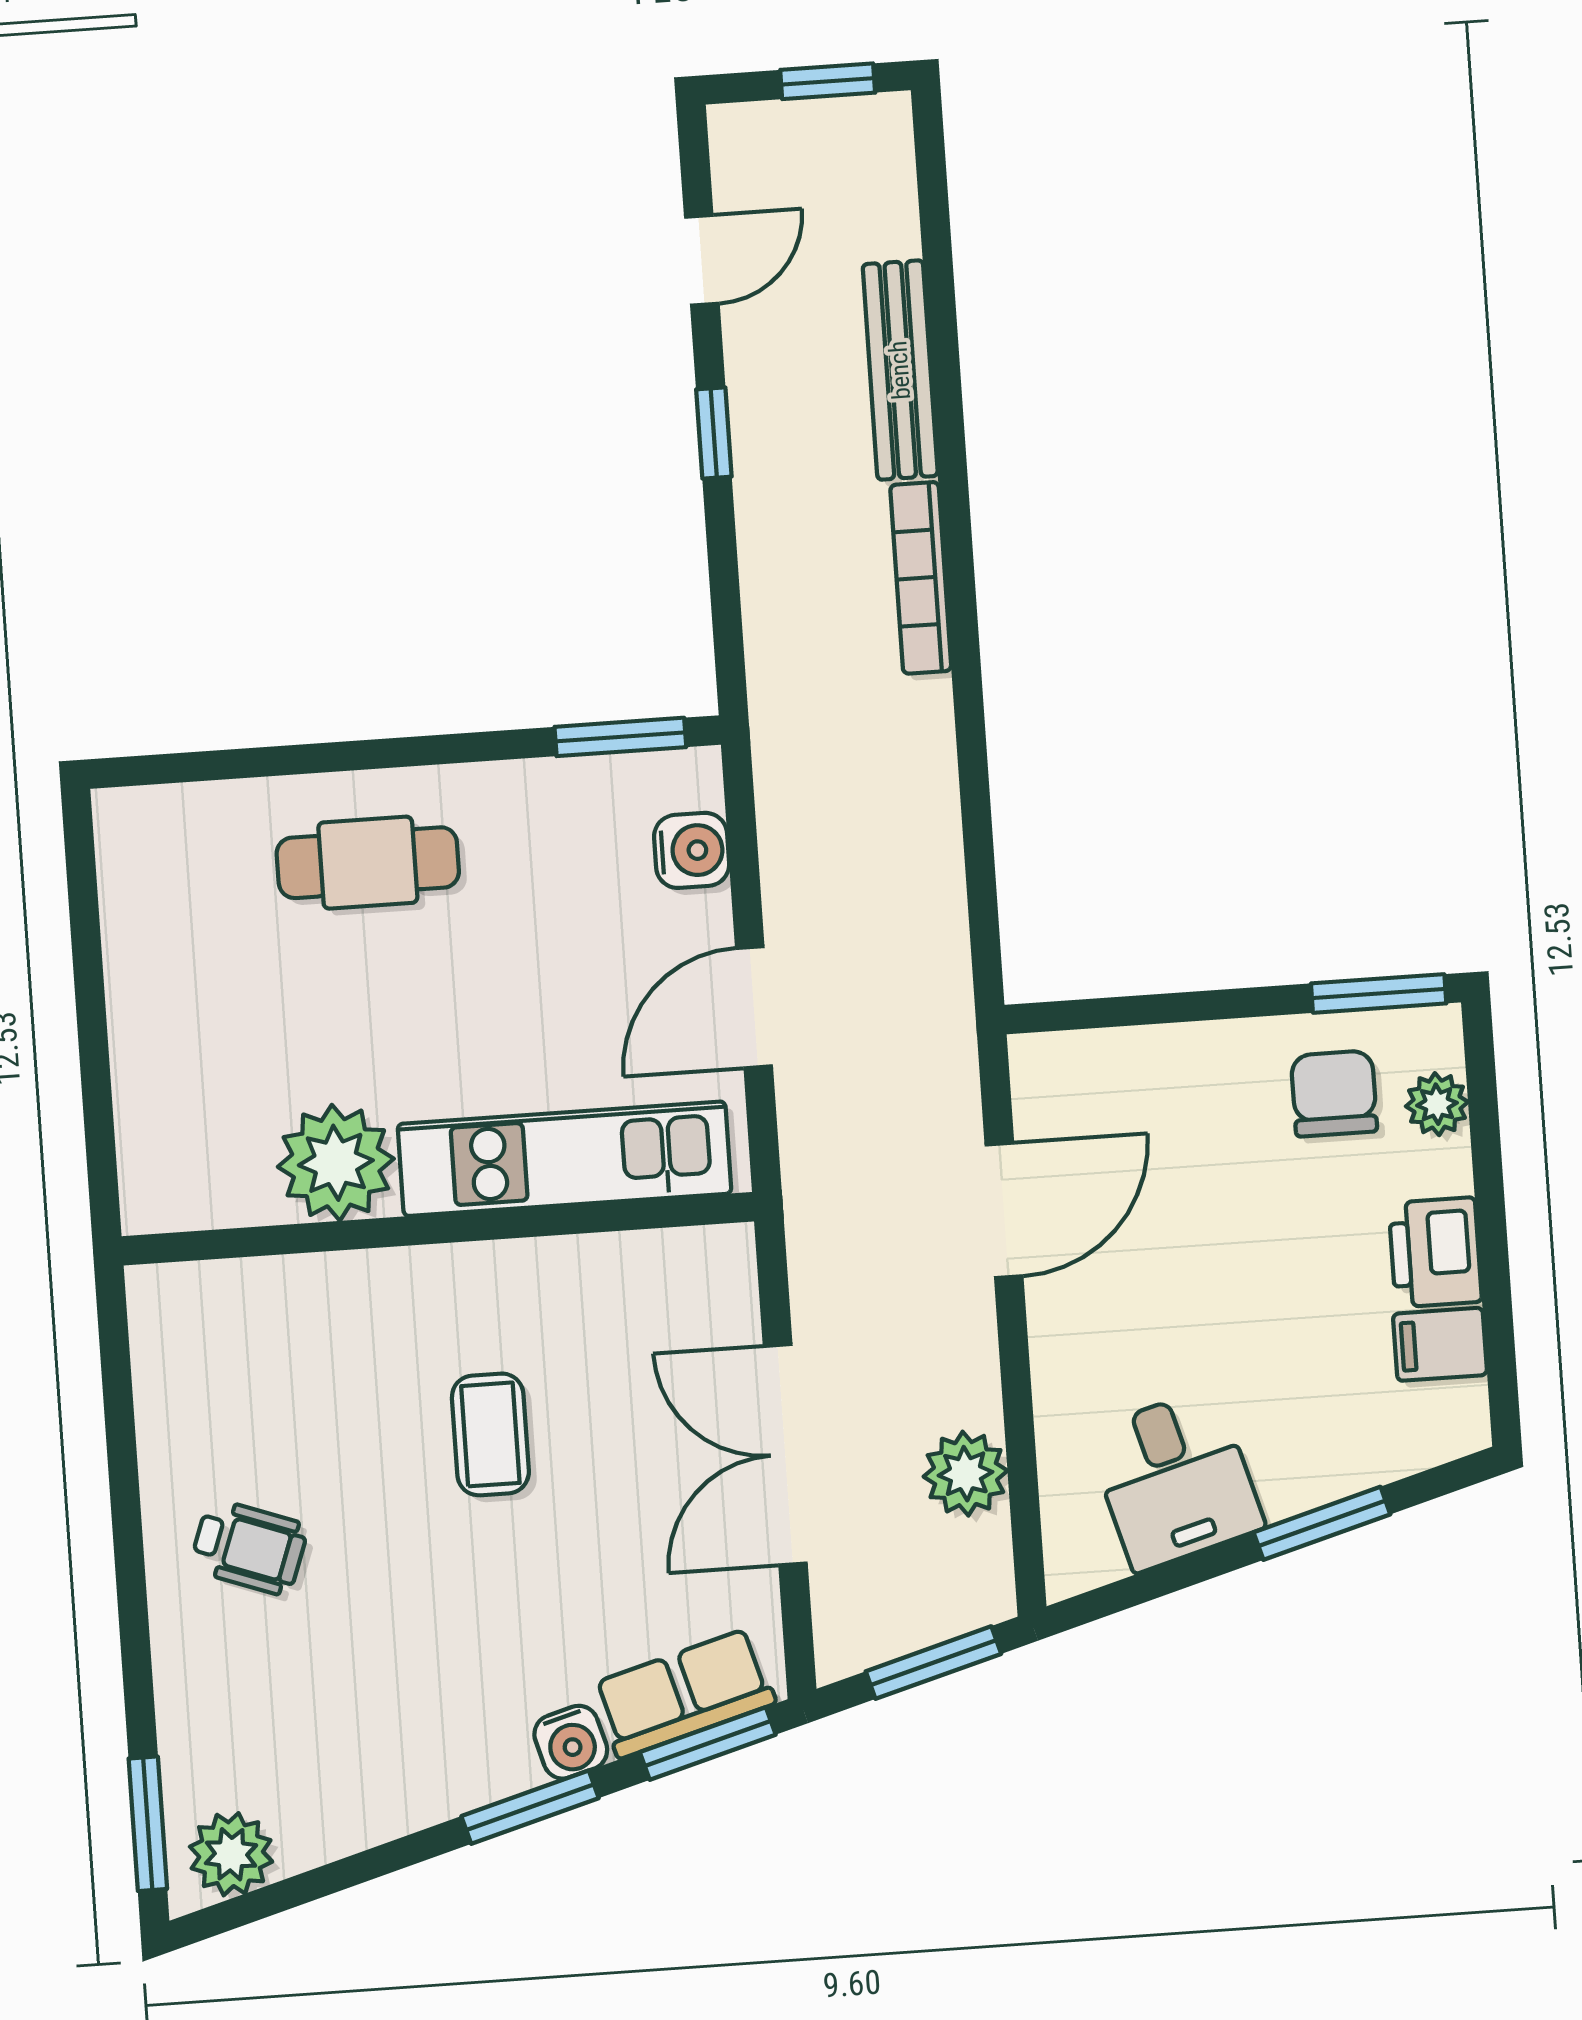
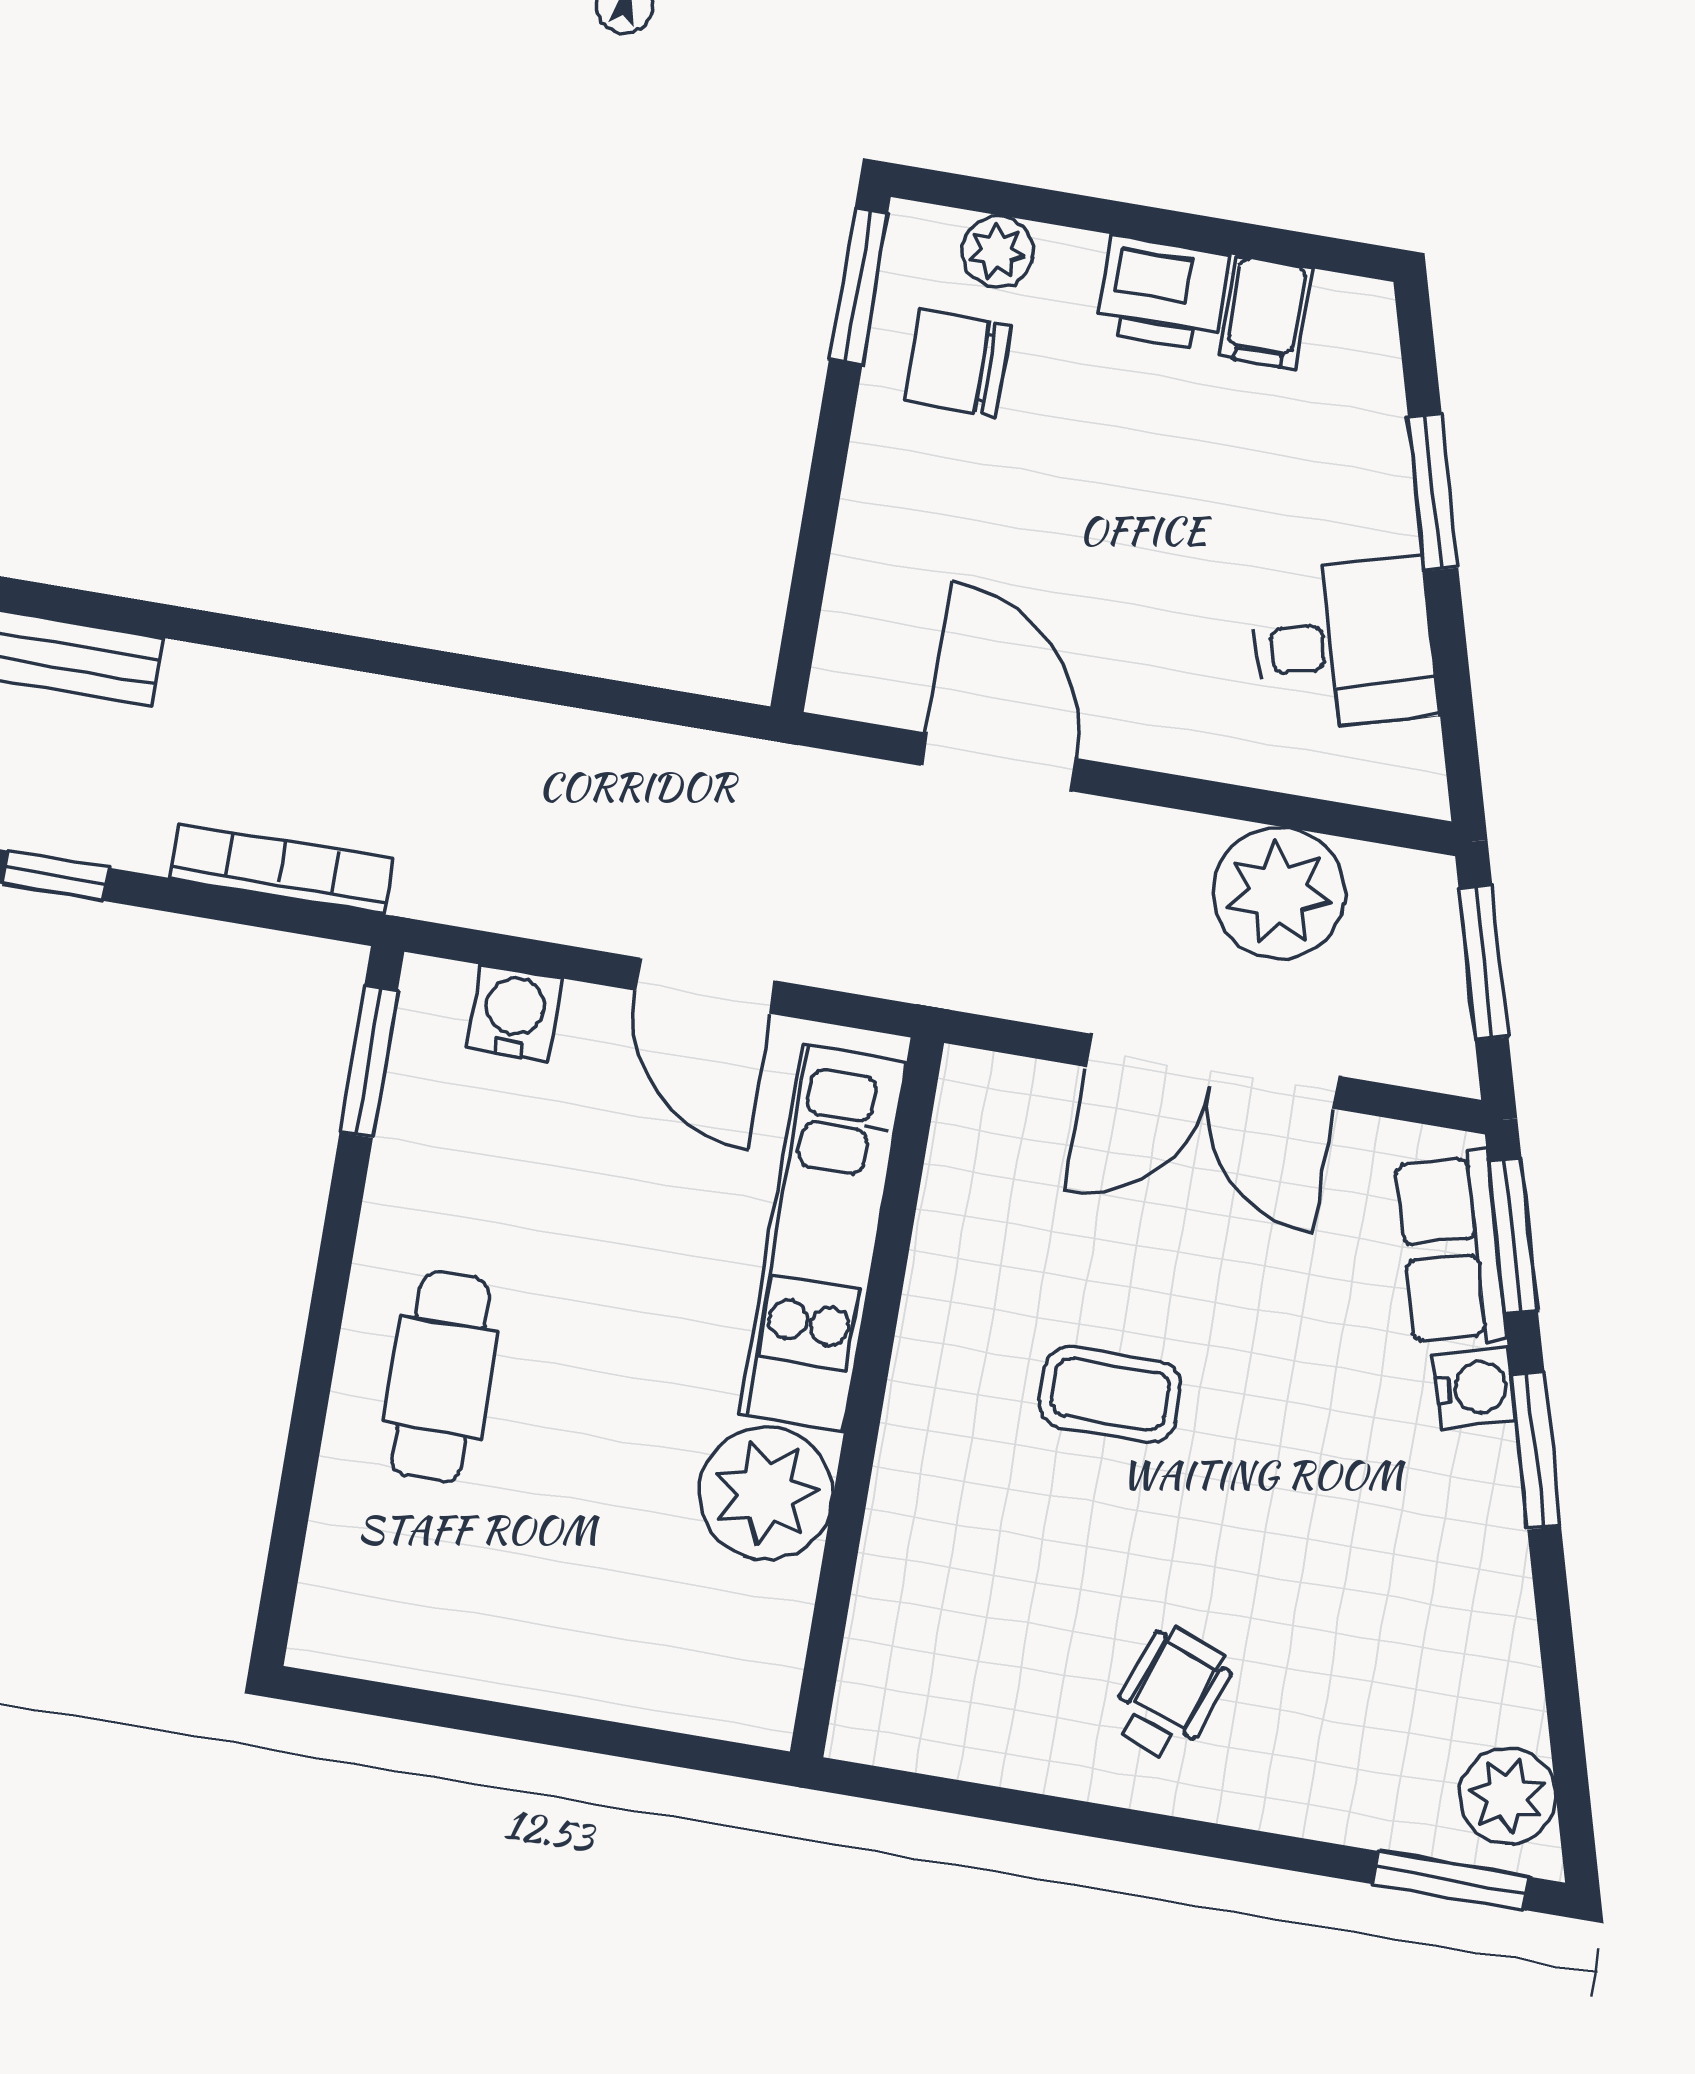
bookcase: (921, 578) -> (281, 869), moved, turned 180
plant: (965, 1474) -> (1279, 893), width x1.36, depth x1.36

